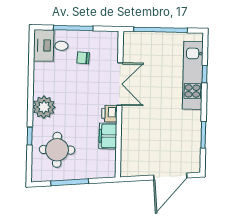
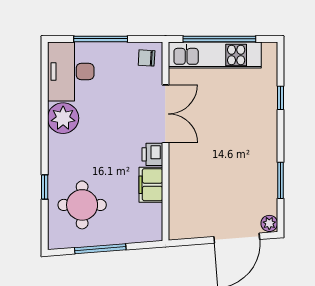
desk: (51, 46) -> (71, 71), width x1.37
chair: (83, 58) -> (147, 58), moved
kitchen unit: (193, 75) -> (215, 55), moved, turned -90
plant: (44, 107) -> (63, 118), moved
plant: (194, 166) -> (269, 223), added

